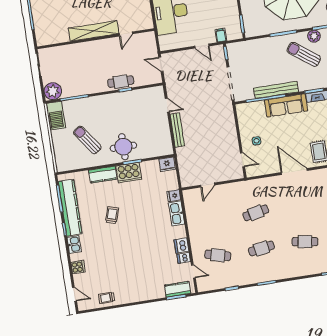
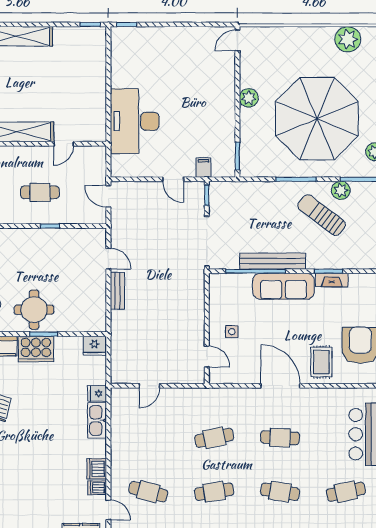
cafe table: (121, 82) -> (40, 192), moved
bench: (177, 130) -> (117, 291), width x0.73
cafe table: (299, 206) -> (280, 438), added

